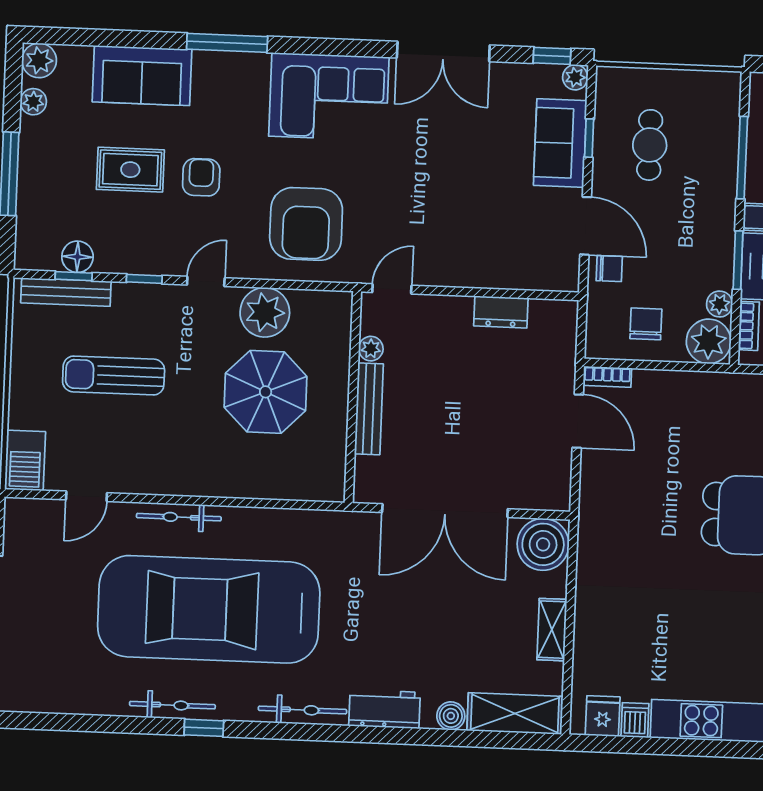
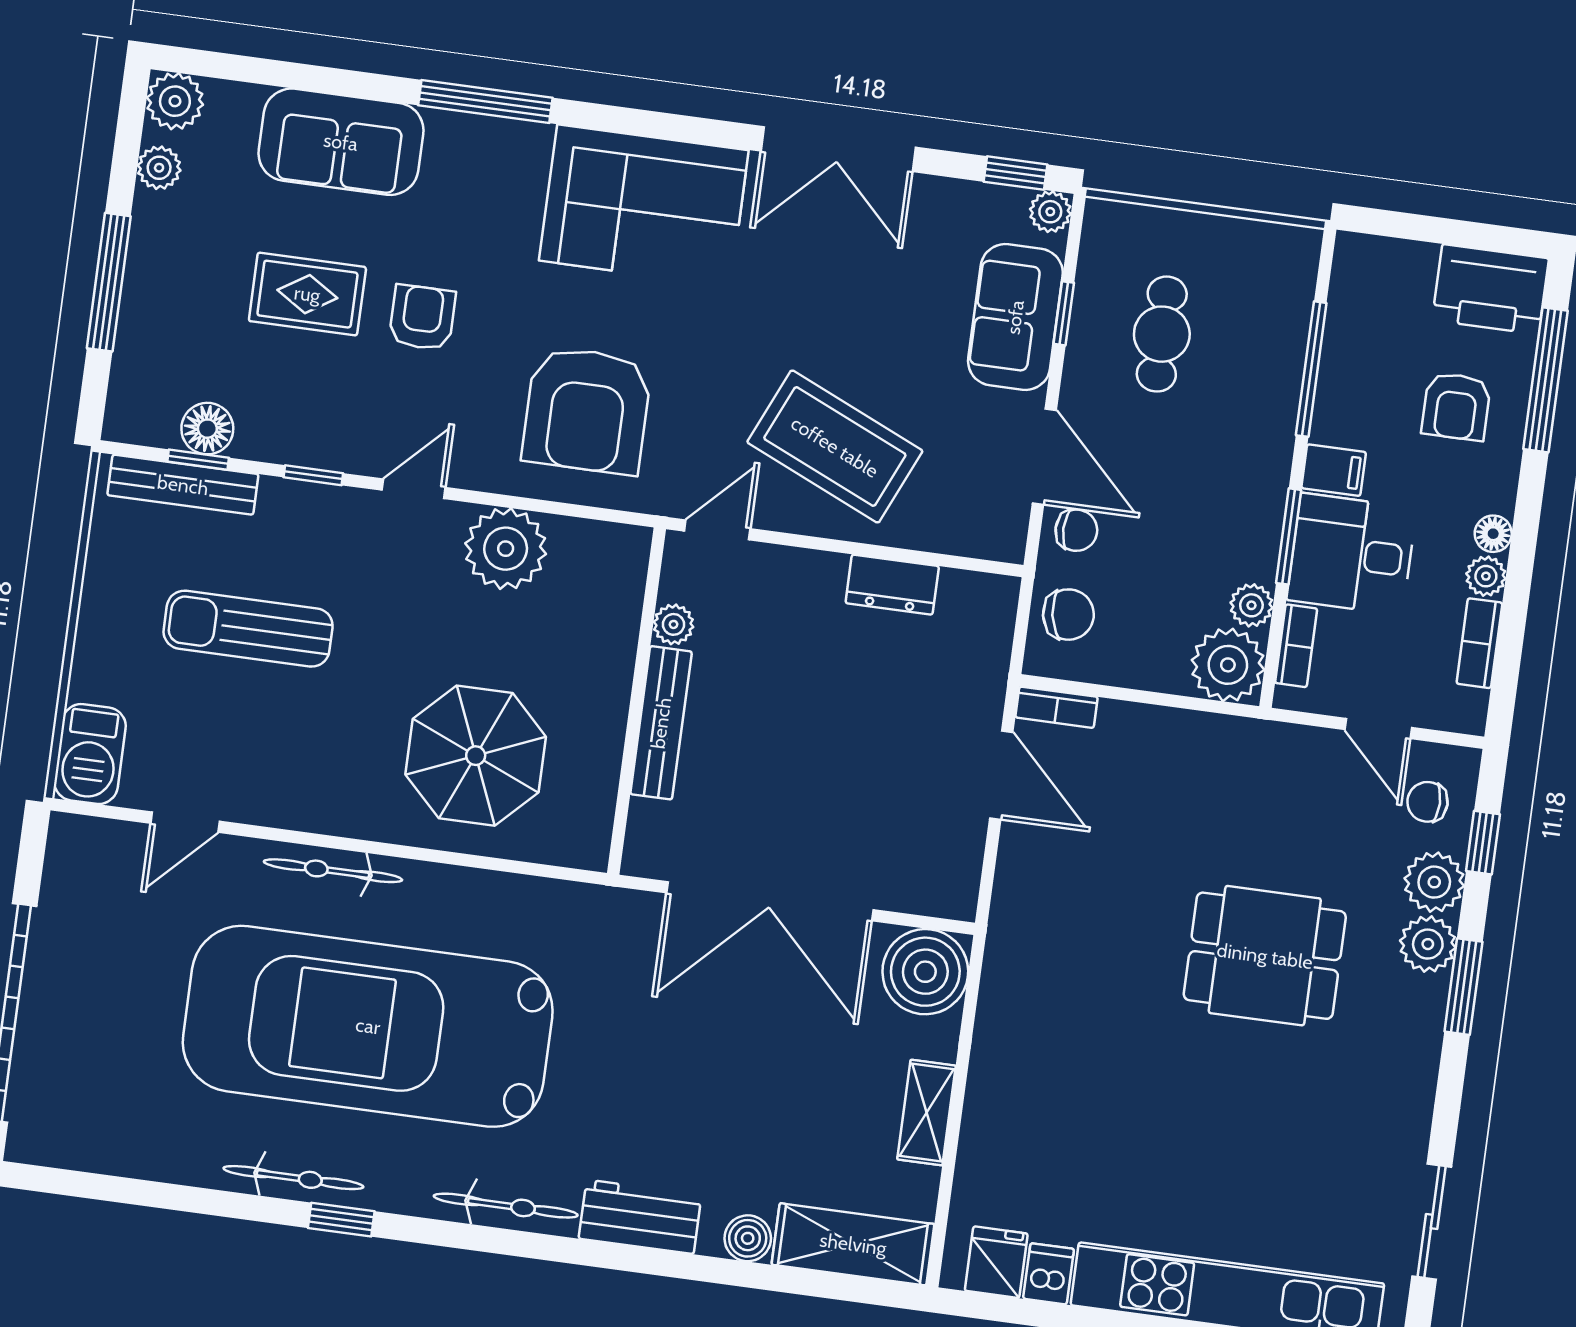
coffee table: (458, 232) -> (835, 447), added
chair: (646, 324) -> (1068, 615), moved, turned 80
parasol: (266, 392) -> (476, 756), moved

